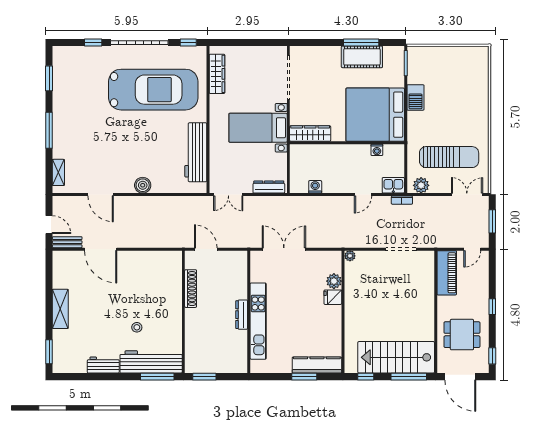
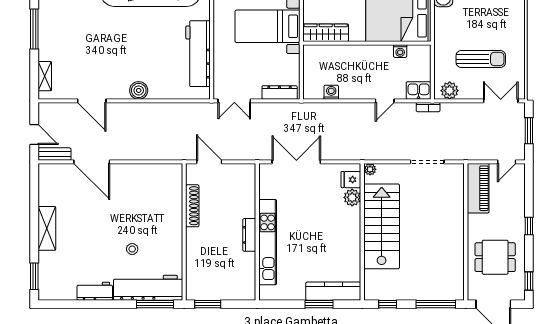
sun lounger: (449, 157) -> (481, 59), width x0.73, depth x0.75
fridge: (333, 297) -> (351, 180), moved
stairs: (396, 357) -> (382, 226), moved, turned 90

